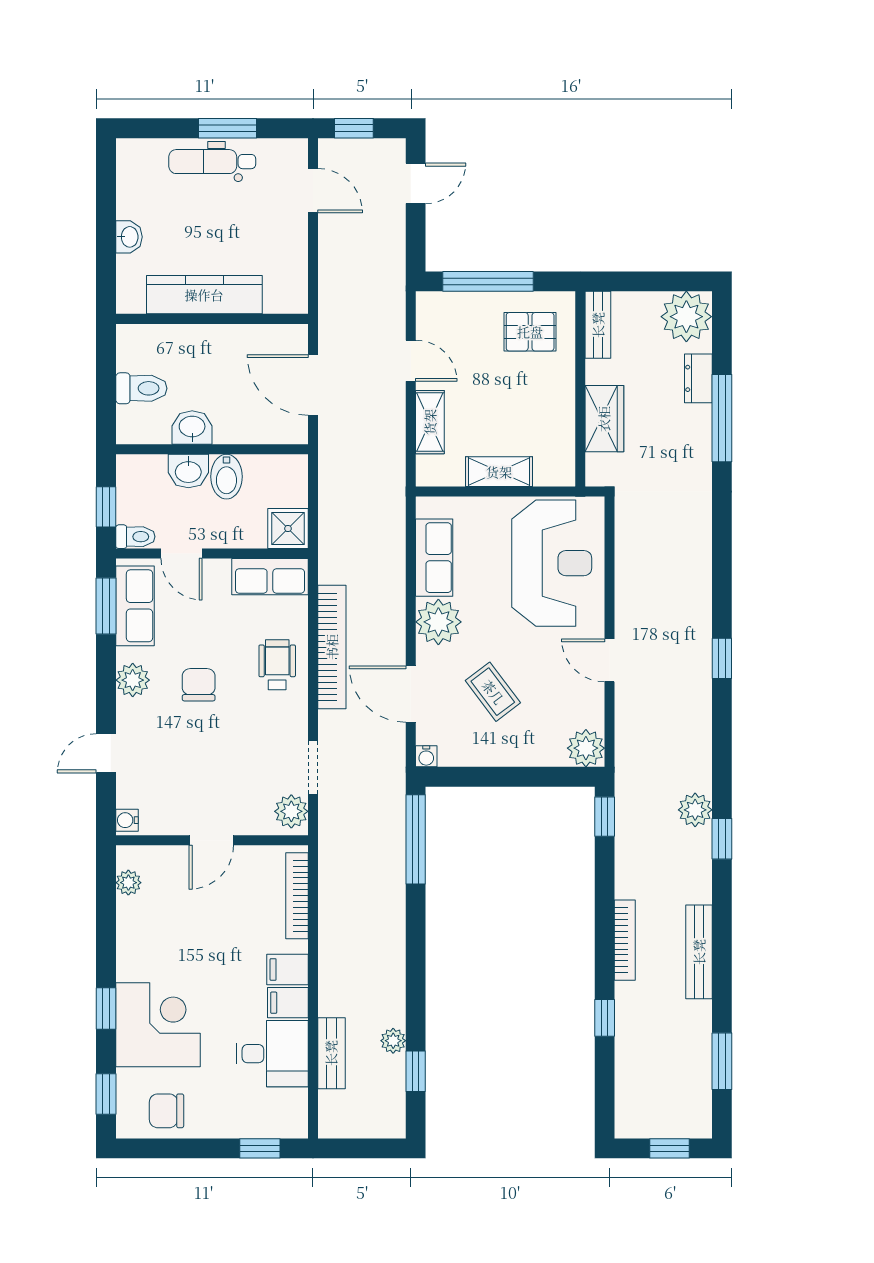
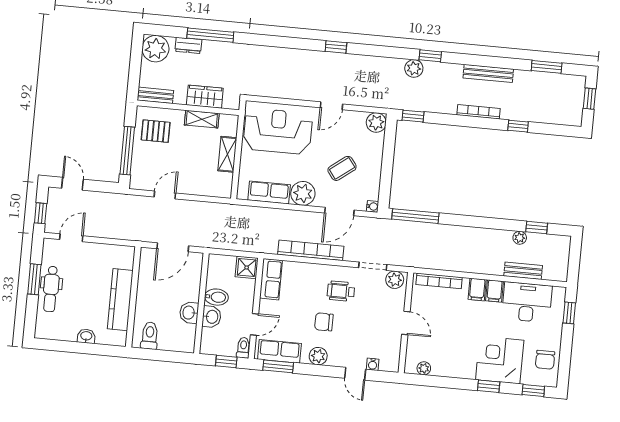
pallet: (530, 332) -> (156, 131), turned 90
toilet: (141, 388) -> (150, 336), moved
shelving: (430, 422) -> (202, 119), moved
wheelchair: (277, 665) -> (341, 291), moved
water cooler: (127, 820) -> (373, 364), moved
desk: (272, 1054) -> (527, 302), width x1.37

